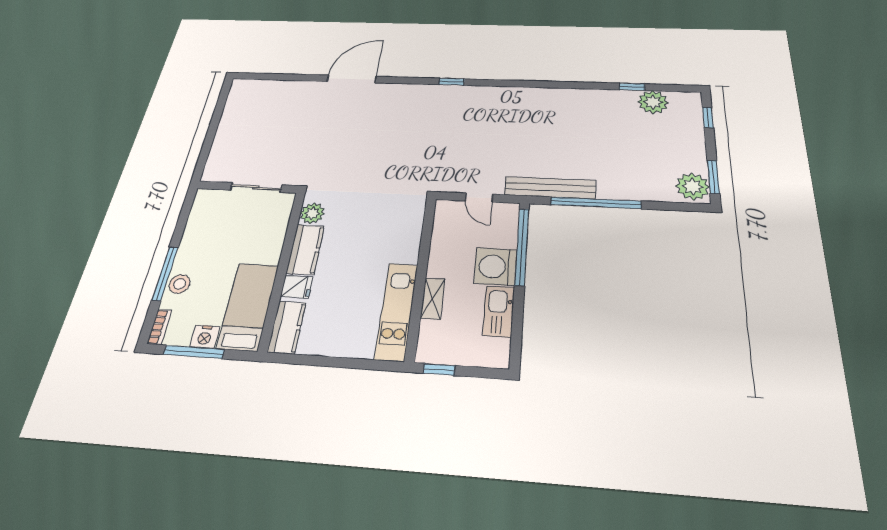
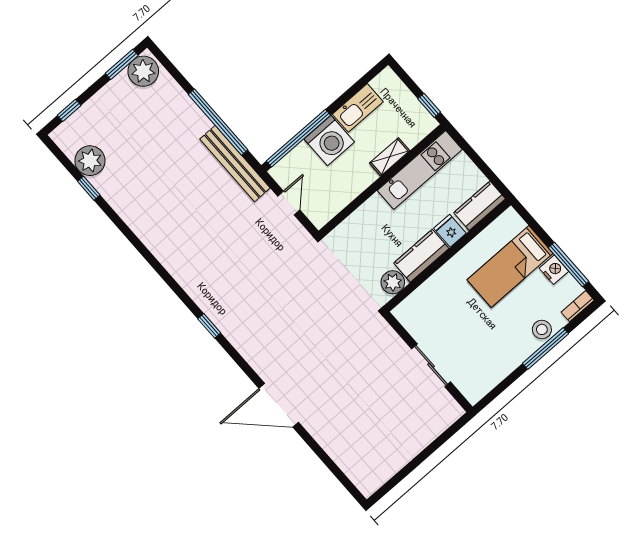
plant: (312, 213) -> (393, 282), moved
kitchen counter: (305, 249) -> (421, 256), moved
wall: (283, 268) -> (448, 255), moved
fridge: (297, 287) -> (450, 231), moved
kitchen counter: (287, 327) -> (480, 206), moved

